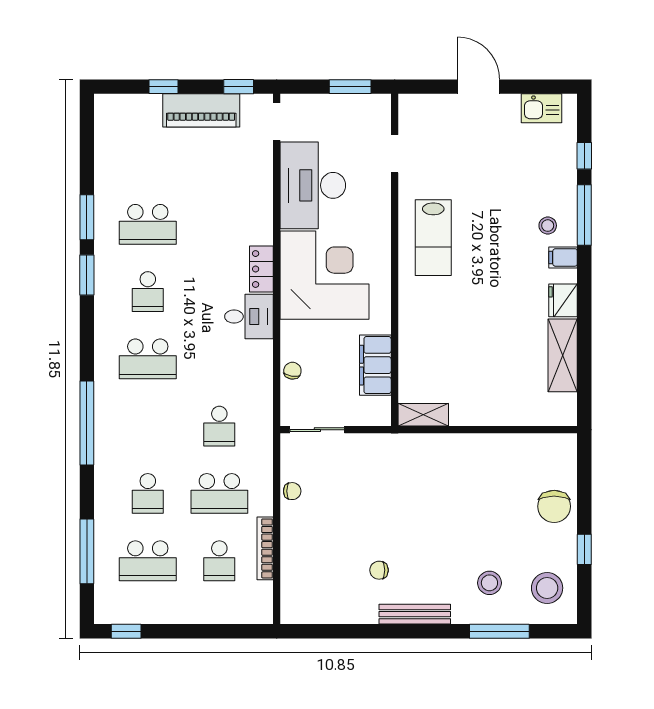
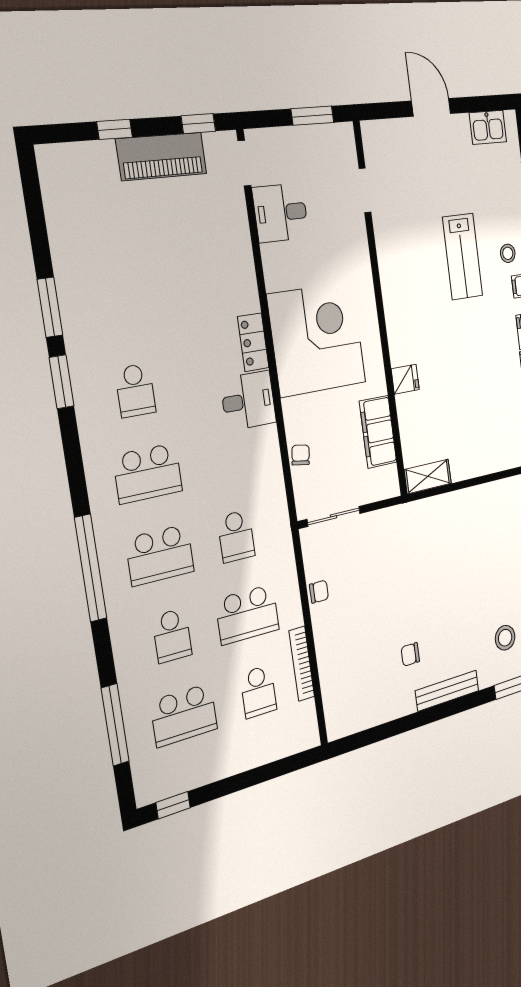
desk: (313, 185) -> (281, 213), width x0.53, depth x0.77
school desk: (148, 224) -> (160, 555), moved
lab bench: (433, 238) -> (463, 257), moved
fridge: (412, 324) -> (405, 379), added

